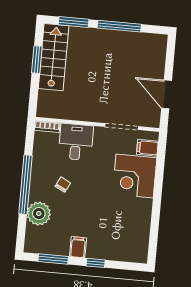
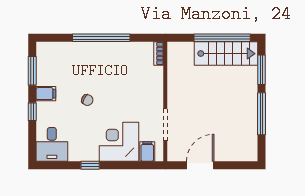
window: (37, 60) -> (222, 38), width x2.11
desk: (76, 142) -> (52, 144), moved, turned 90
chair: (63, 185) -> (87, 100), moved
window: (156, 208) -> (90, 165), added
plant: (39, 214) -> (75, 53), removed

